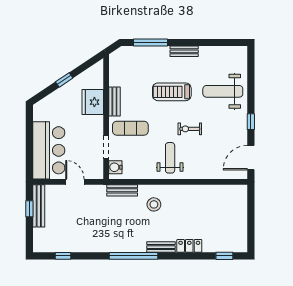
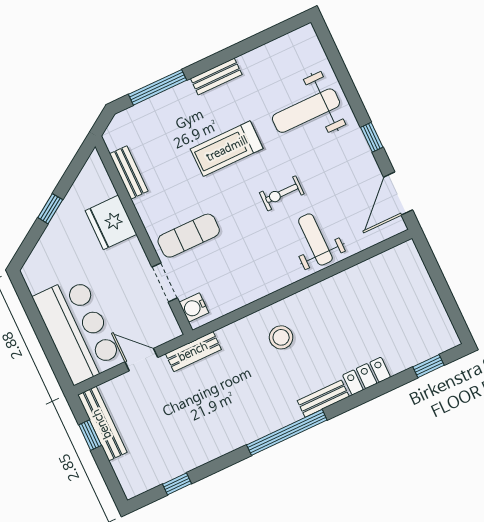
bench: (114, 102) -> (129, 172), moved
weight bench: (170, 158) -> (315, 239), moved
bench: (122, 190) -> (193, 352), moved

